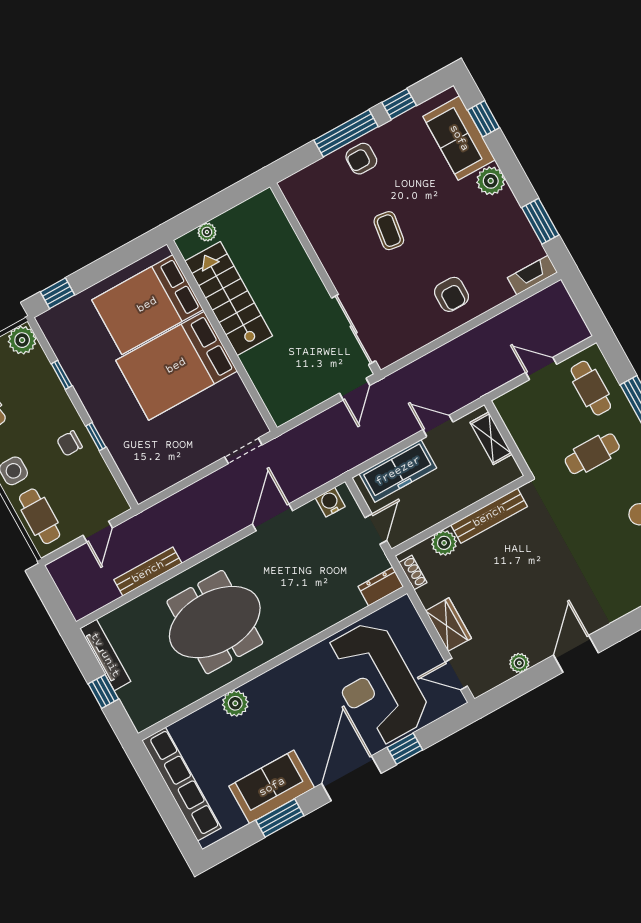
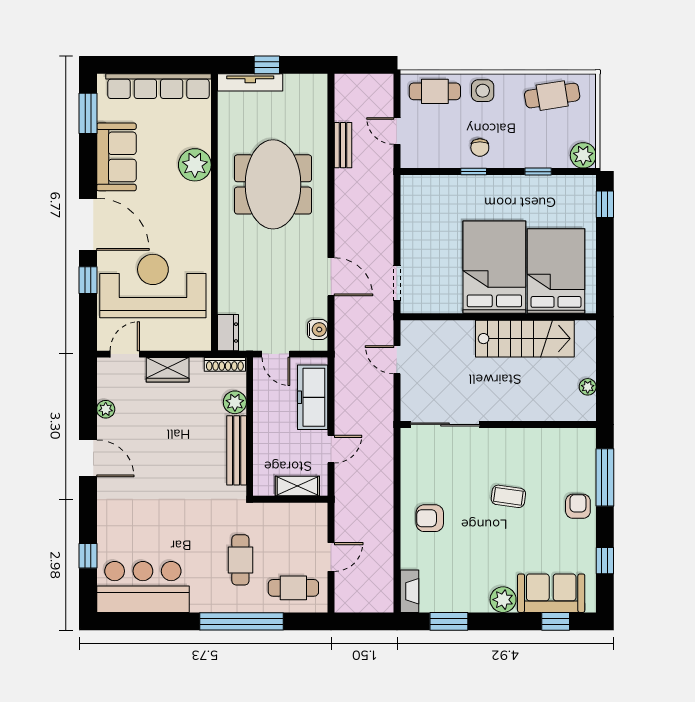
window: (346, 133) -> (605, 477), moved
plant: (207, 232) -> (588, 387), moved
door: (355, 389) -> (397, 360), moved
chair: (69, 443) -> (480, 148), turned 180
bench: (148, 572) -> (343, 145), width x0.73
shoe rack: (413, 573) -> (225, 364), width x1.43
tv unit: (105, 655) -> (250, 82), moved
plant: (235, 703) -> (195, 165), width x1.36, depth x1.36
window: (280, 818) -> (88, 113), moved

